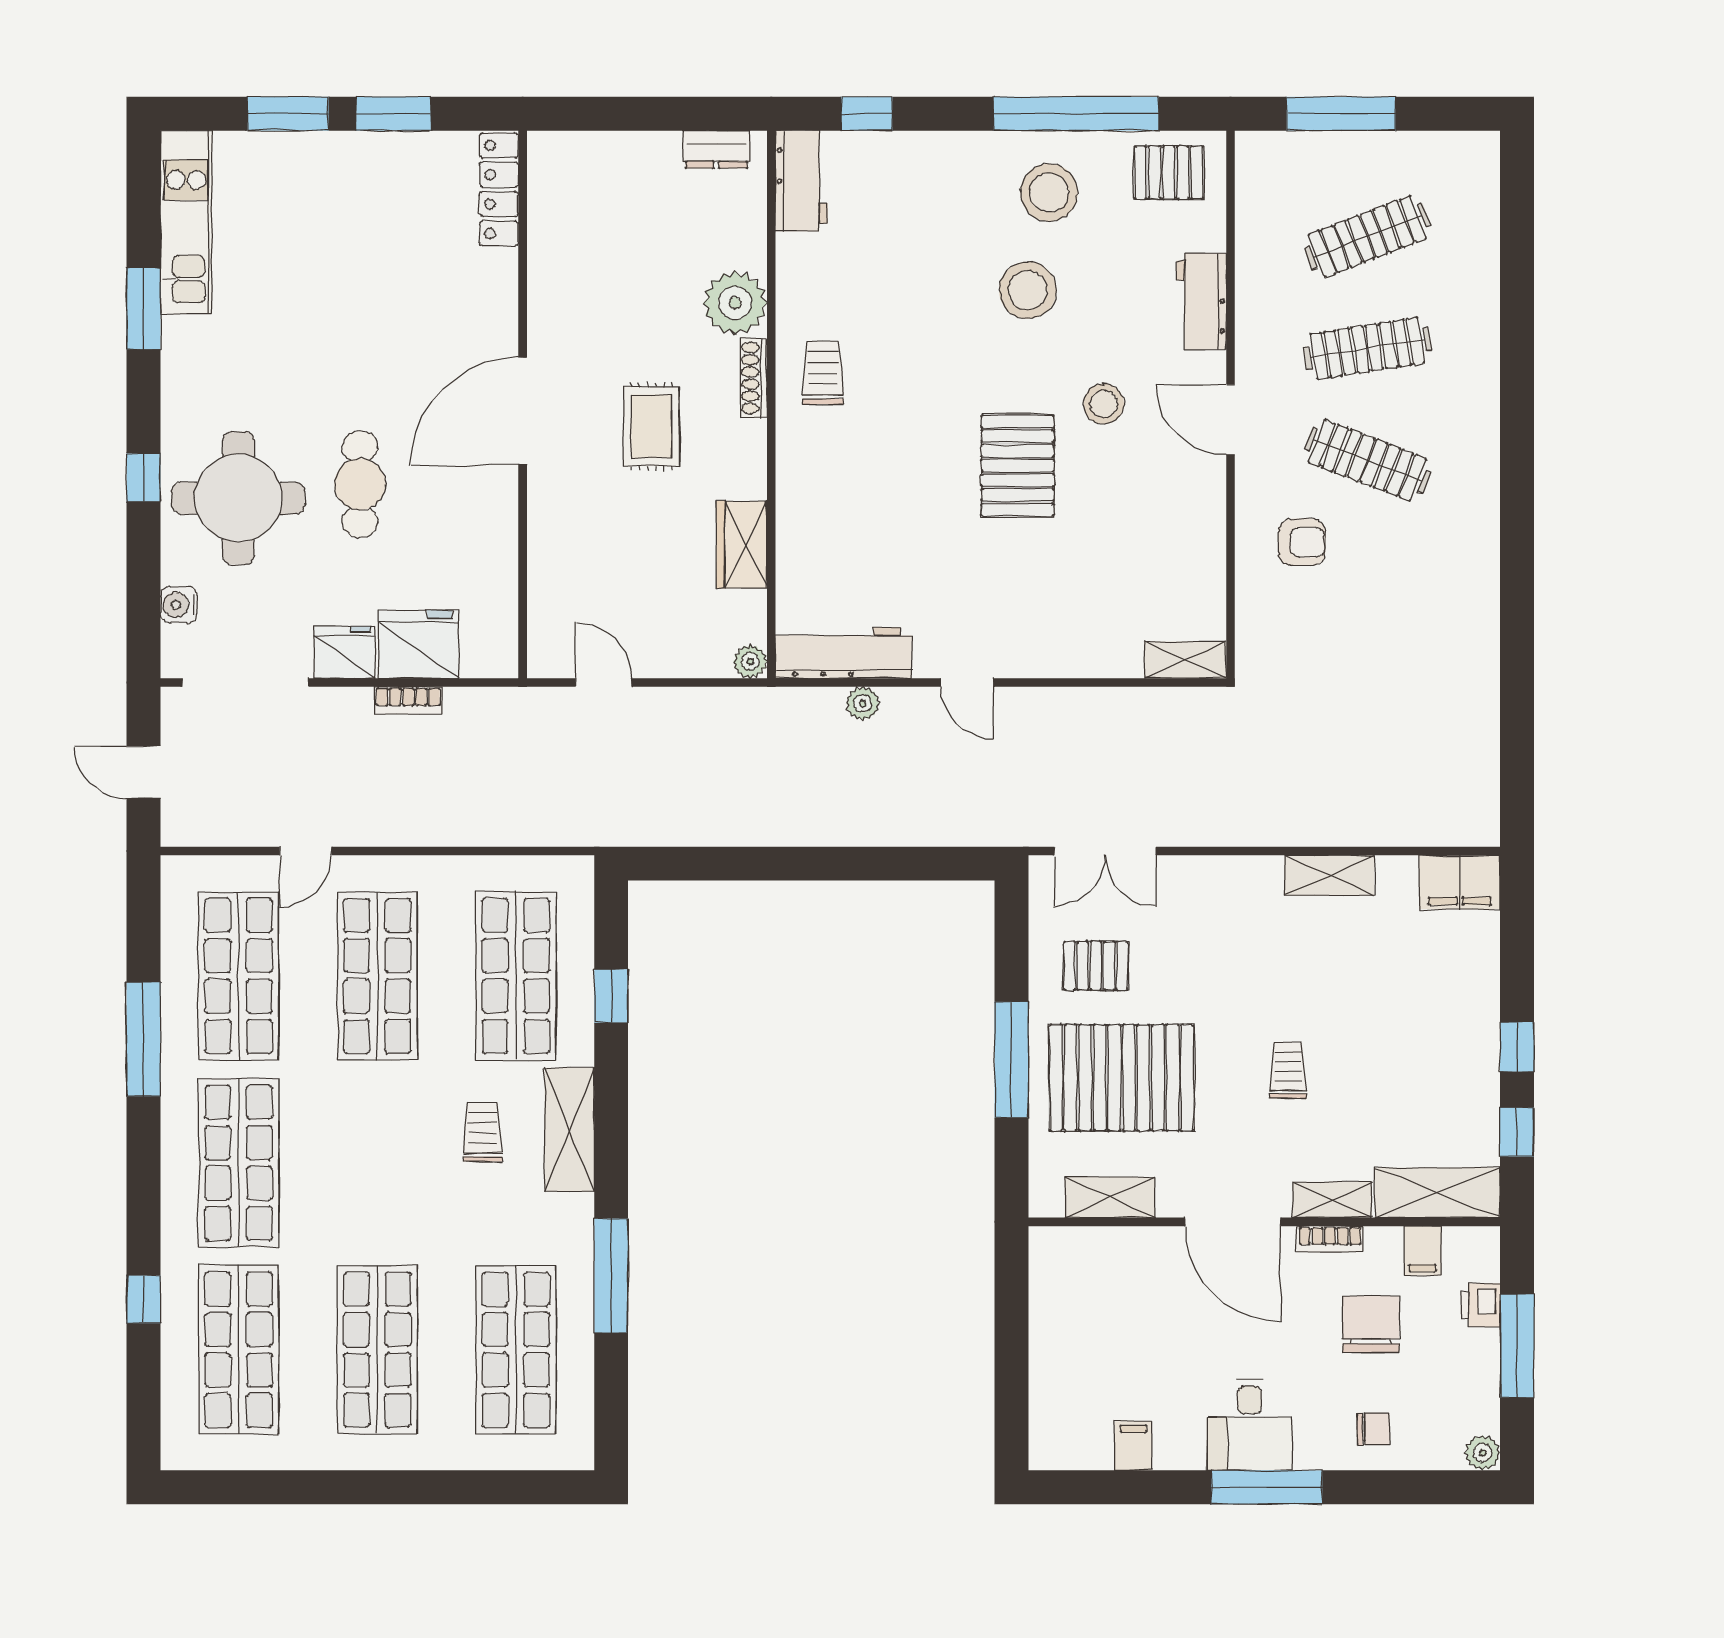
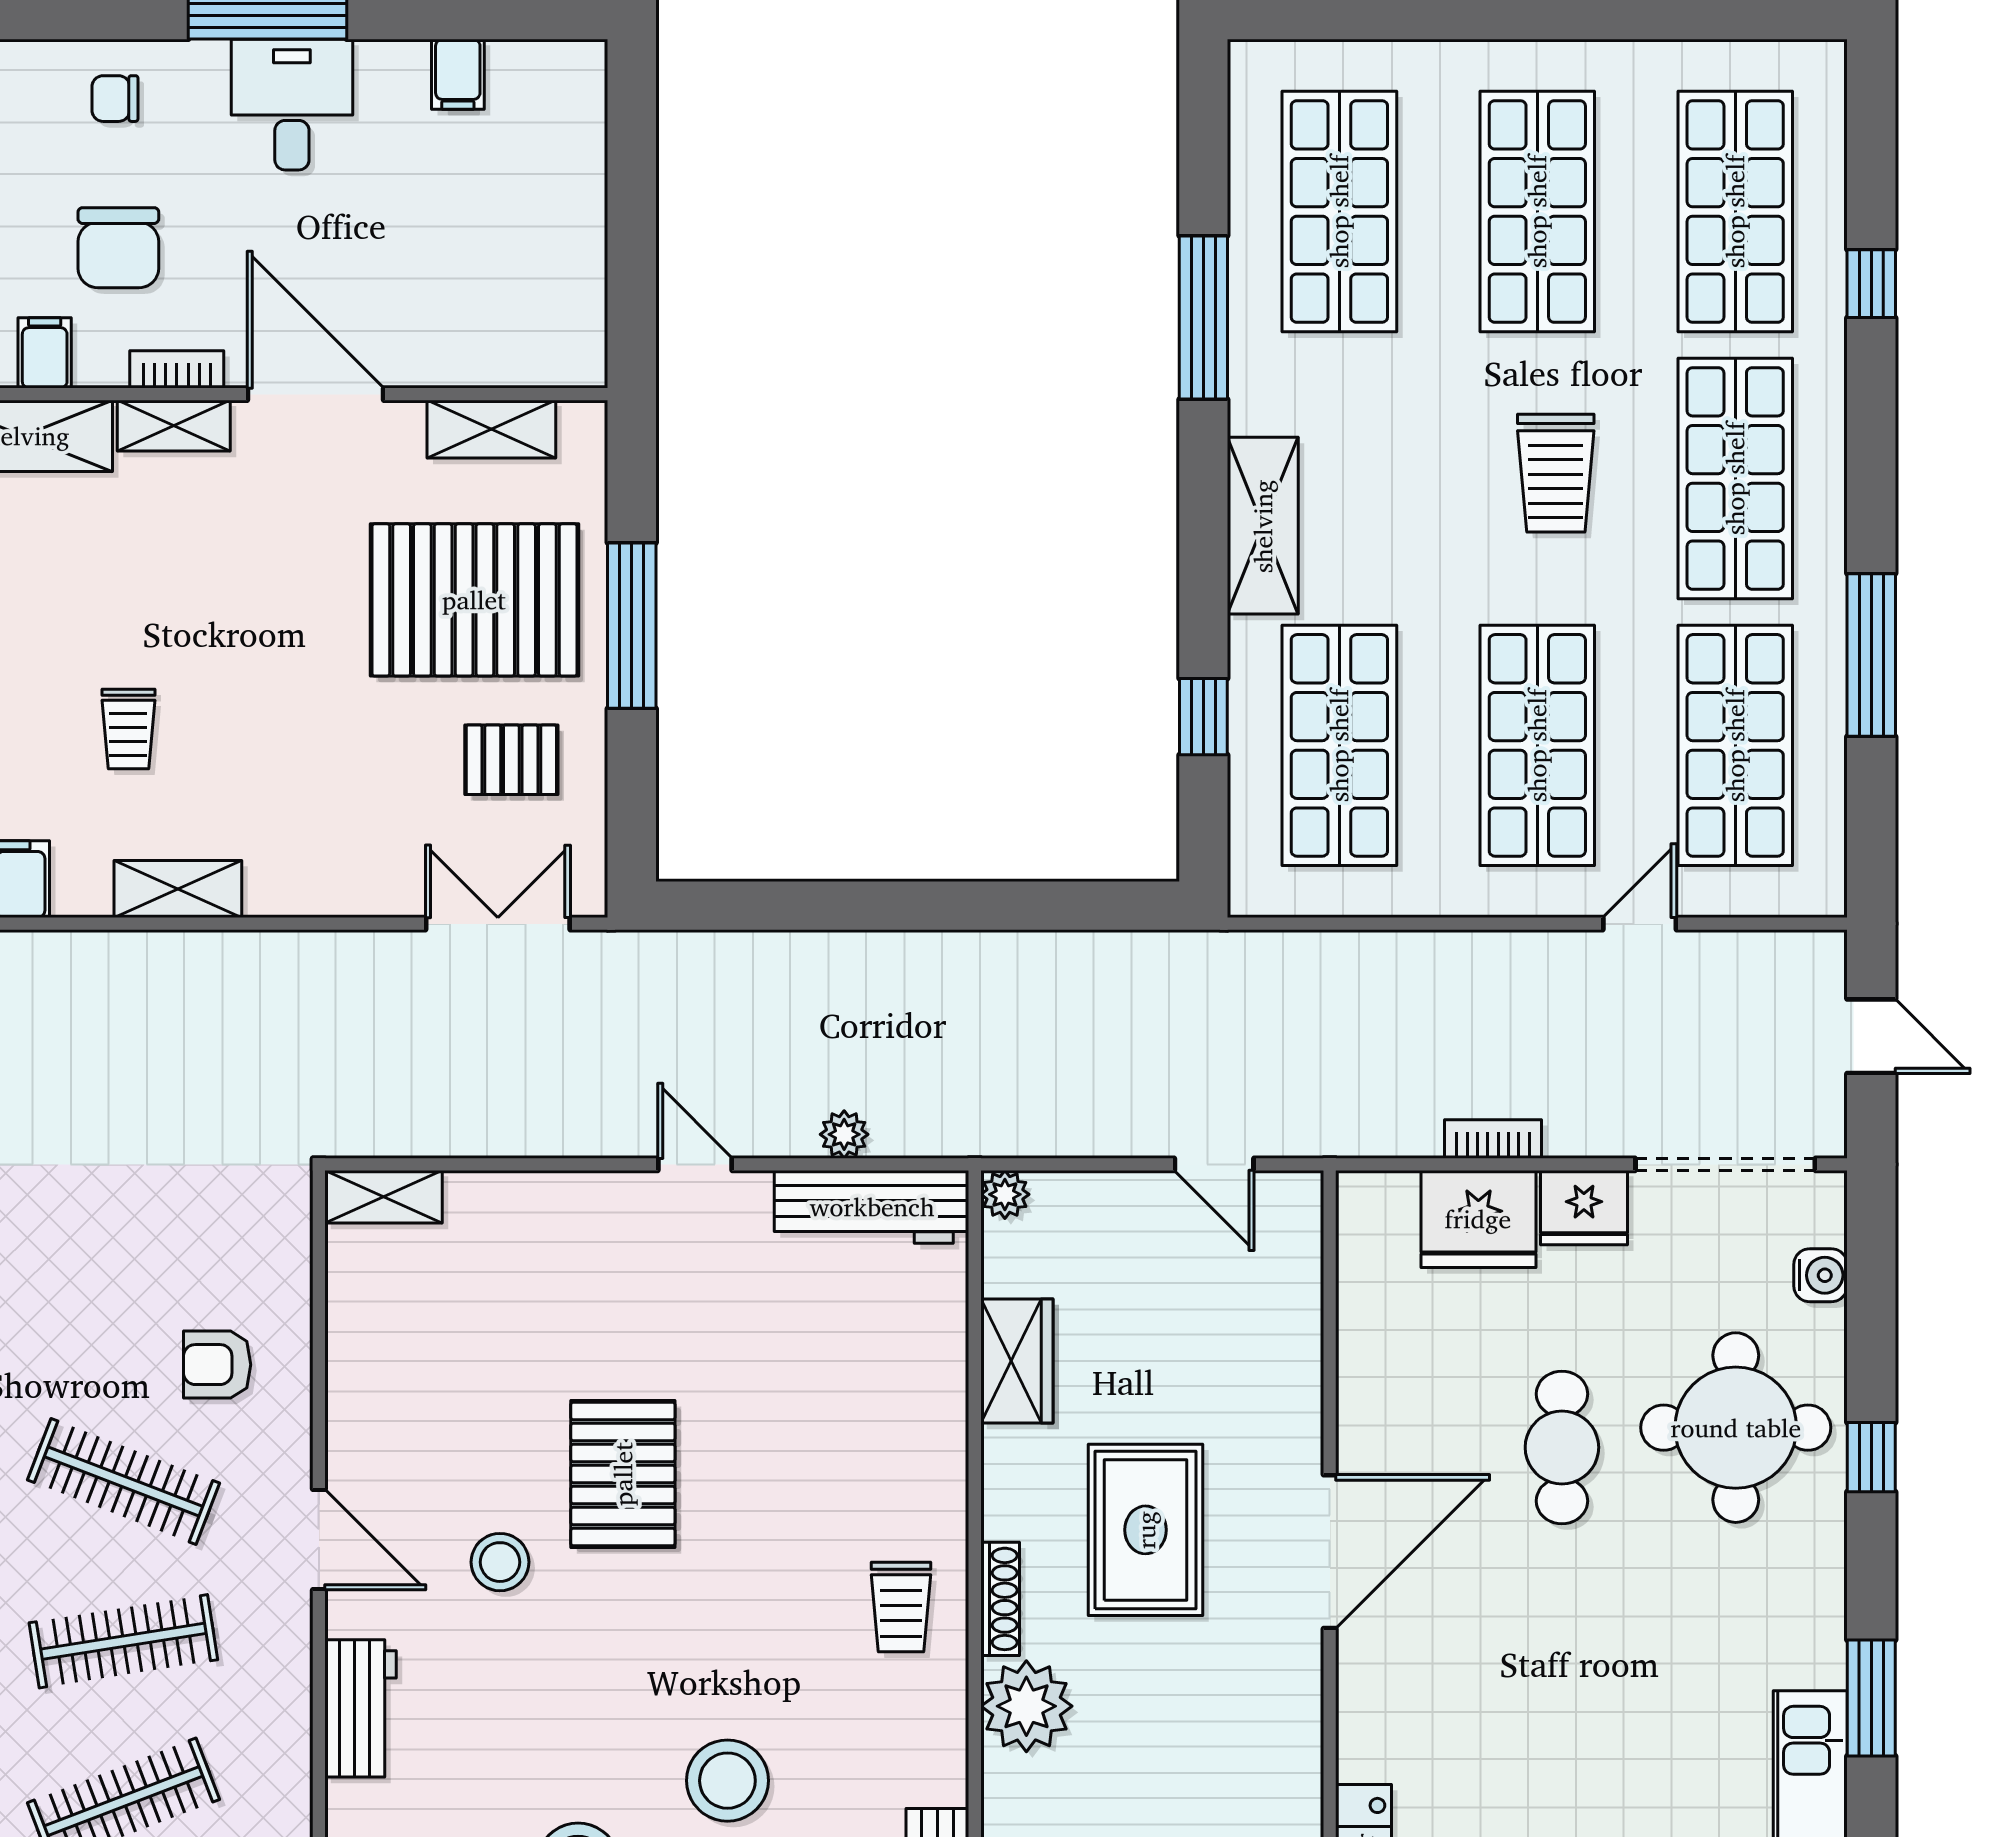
stool: (1028, 290) -> (727, 1781), moved
rug: (652, 426) -> (1146, 1530), width x1.36, depth x1.43
trolley: (1288, 1070) -> (128, 729), moved
trolley: (483, 1132) -> (1556, 473), moved, width x1.36, depth x1.39

